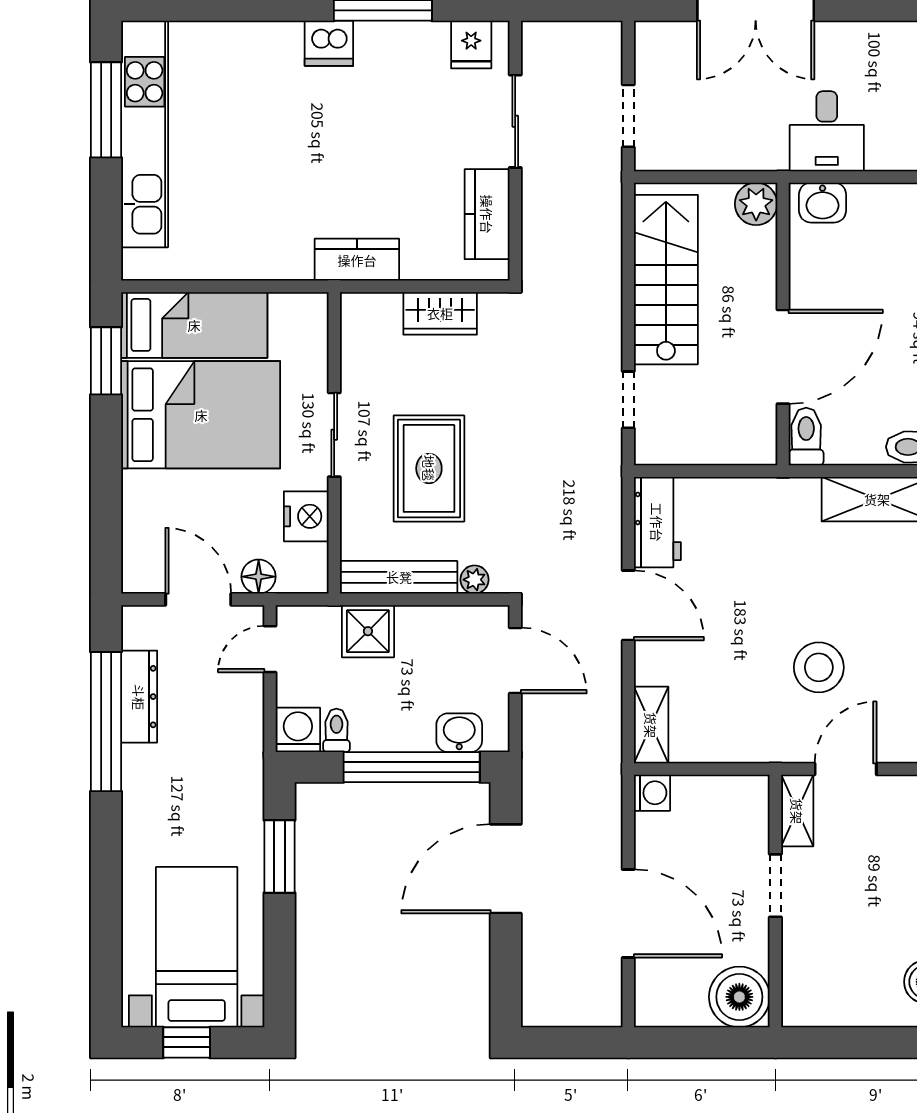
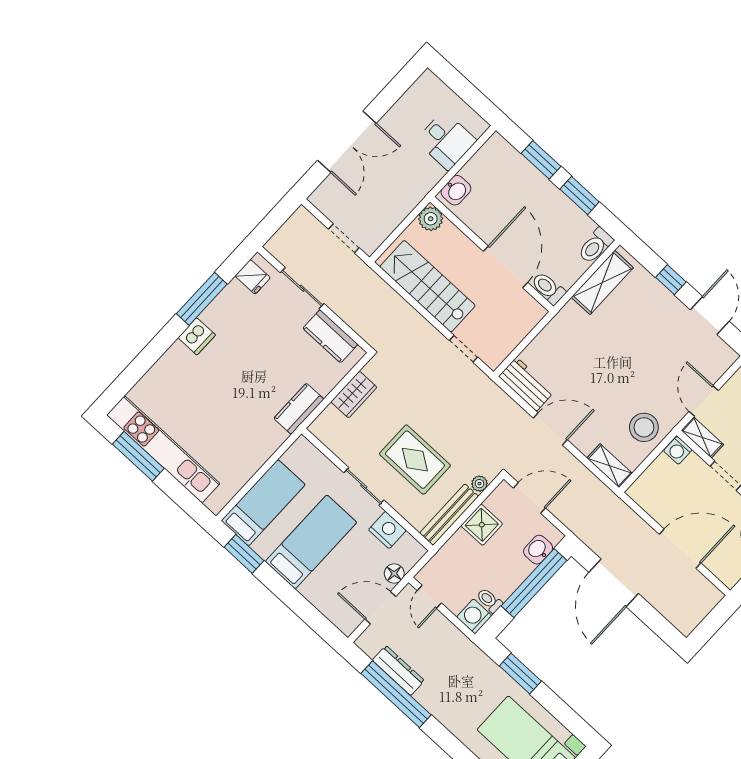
desk: (827, 131) -> (446, 141), moved
bed: (201, 415) -> (311, 542), width x0.67
shower: (368, 631) -> (482, 525), moved
stool: (819, 667) -> (644, 427), moved
washing machine: (652, 793) -> (678, 450), moved, turned 180

